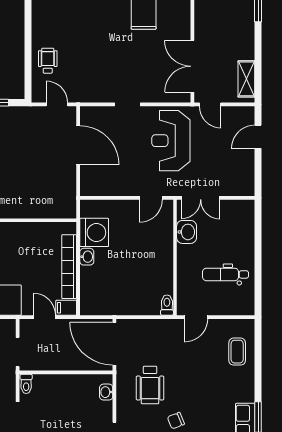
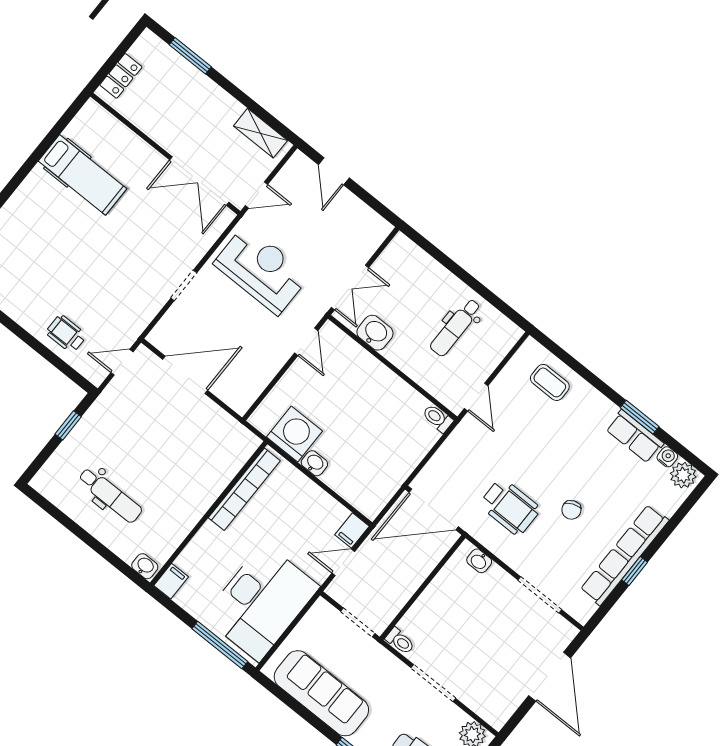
reception desk: (171, 141) -> (262, 270), turned 180
bookcase: (69, 267) -> (244, 489), moved, turned -90

